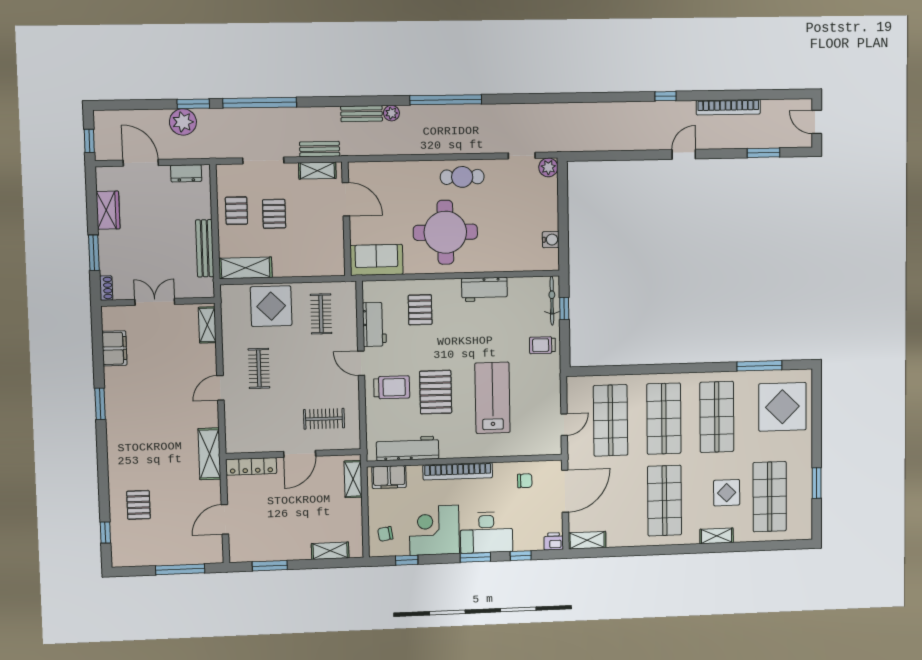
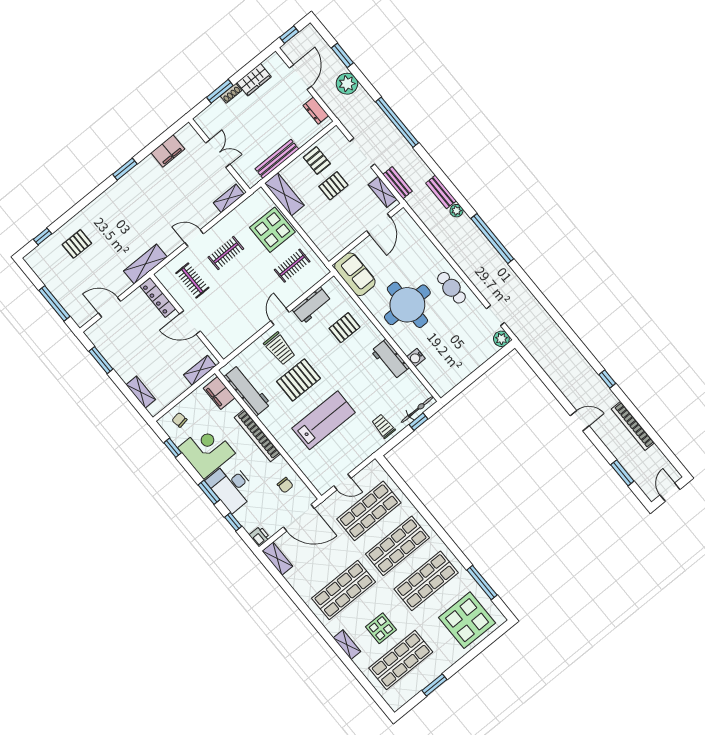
window: (193, 104) -> (342, 55), moved
pallet: (236, 211) -> (317, 160), turned 90
water cooler: (551, 240) -> (416, 358), moved, turned 90
shoe rack: (106, 288) -> (231, 93), moved
clothes rail: (324, 419) -> (192, 280), moved

